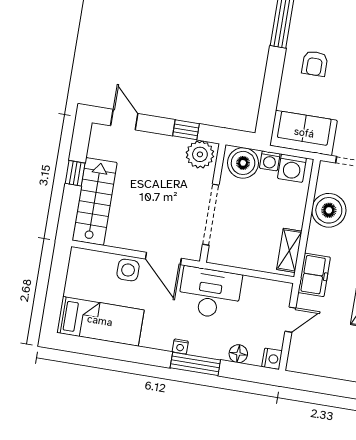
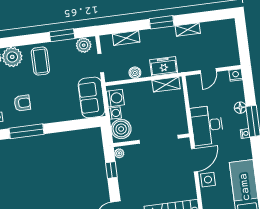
armchair: (315, 63) -> (22, 103), moved
plant: (200, 154) -> (119, 153), width x0.53, depth x0.53
boiler: (329, 210) -> (135, 73), width x0.54, depth x0.54
freezer: (314, 275) -> (164, 66), moved
door: (290, 320) -> (208, 71), swing flipped
floor lamp: (238, 354) -> (240, 108), moved

